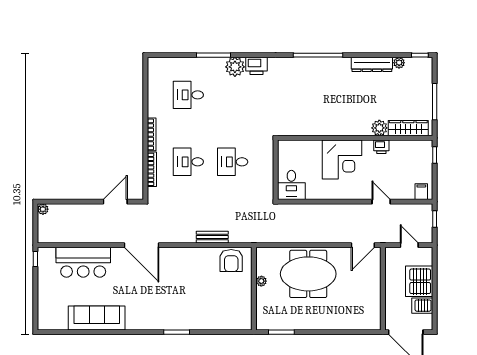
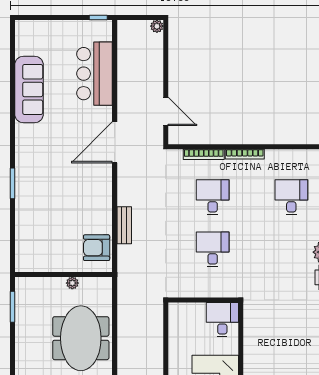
desk: (291, 185) -> (222, 320), moved, turned 90

